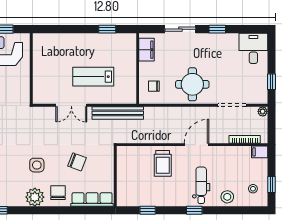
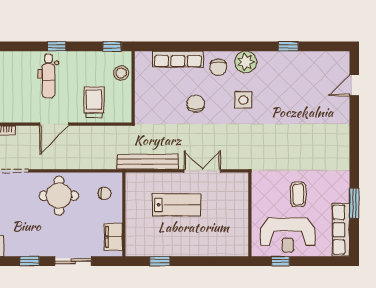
chair: (77, 162) -> (196, 104), turned 69
wall: (115, 176) -> (133, 87), moved
stool: (227, 197) -> (121, 73), moved

